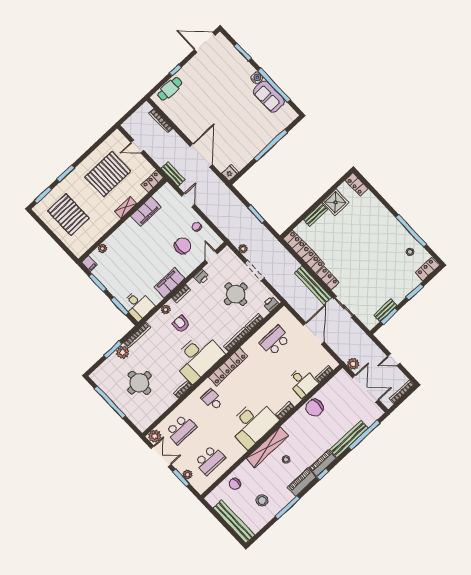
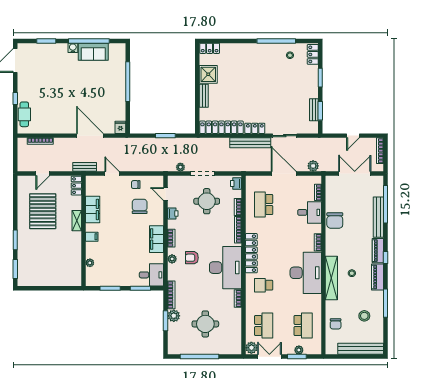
pallet: (68, 215) -> (45, 264), removed
filing cabinet: (89, 264) -> (92, 237), moved
plant: (353, 364) -> (313, 166), moved

